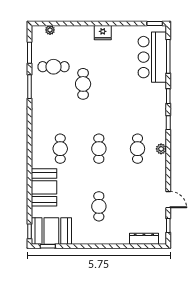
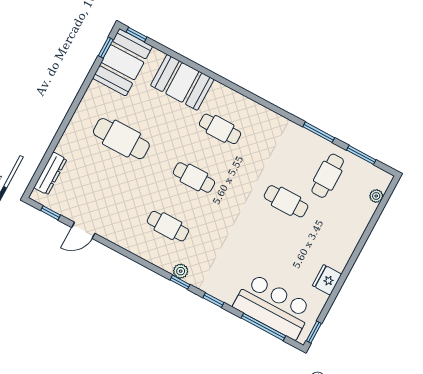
fridge: (103, 33) -> (327, 280), moved
plant: (161, 149) -> (181, 271), moved
cafe table: (99, 206) -> (121, 139), width x1.37, depth x1.35

